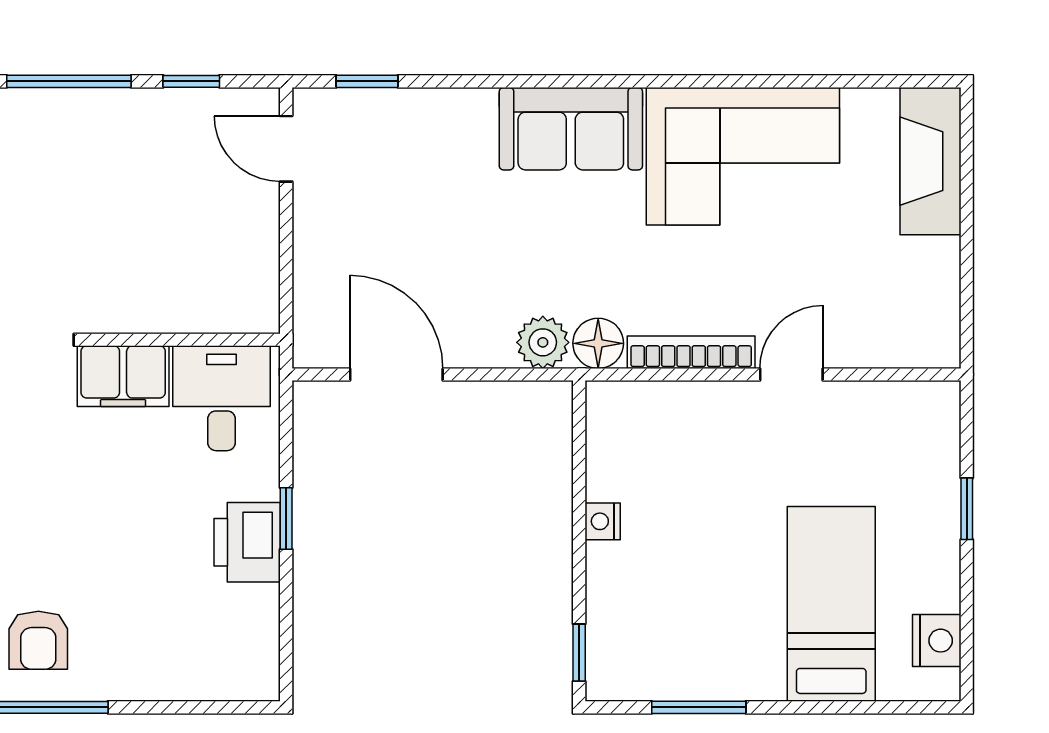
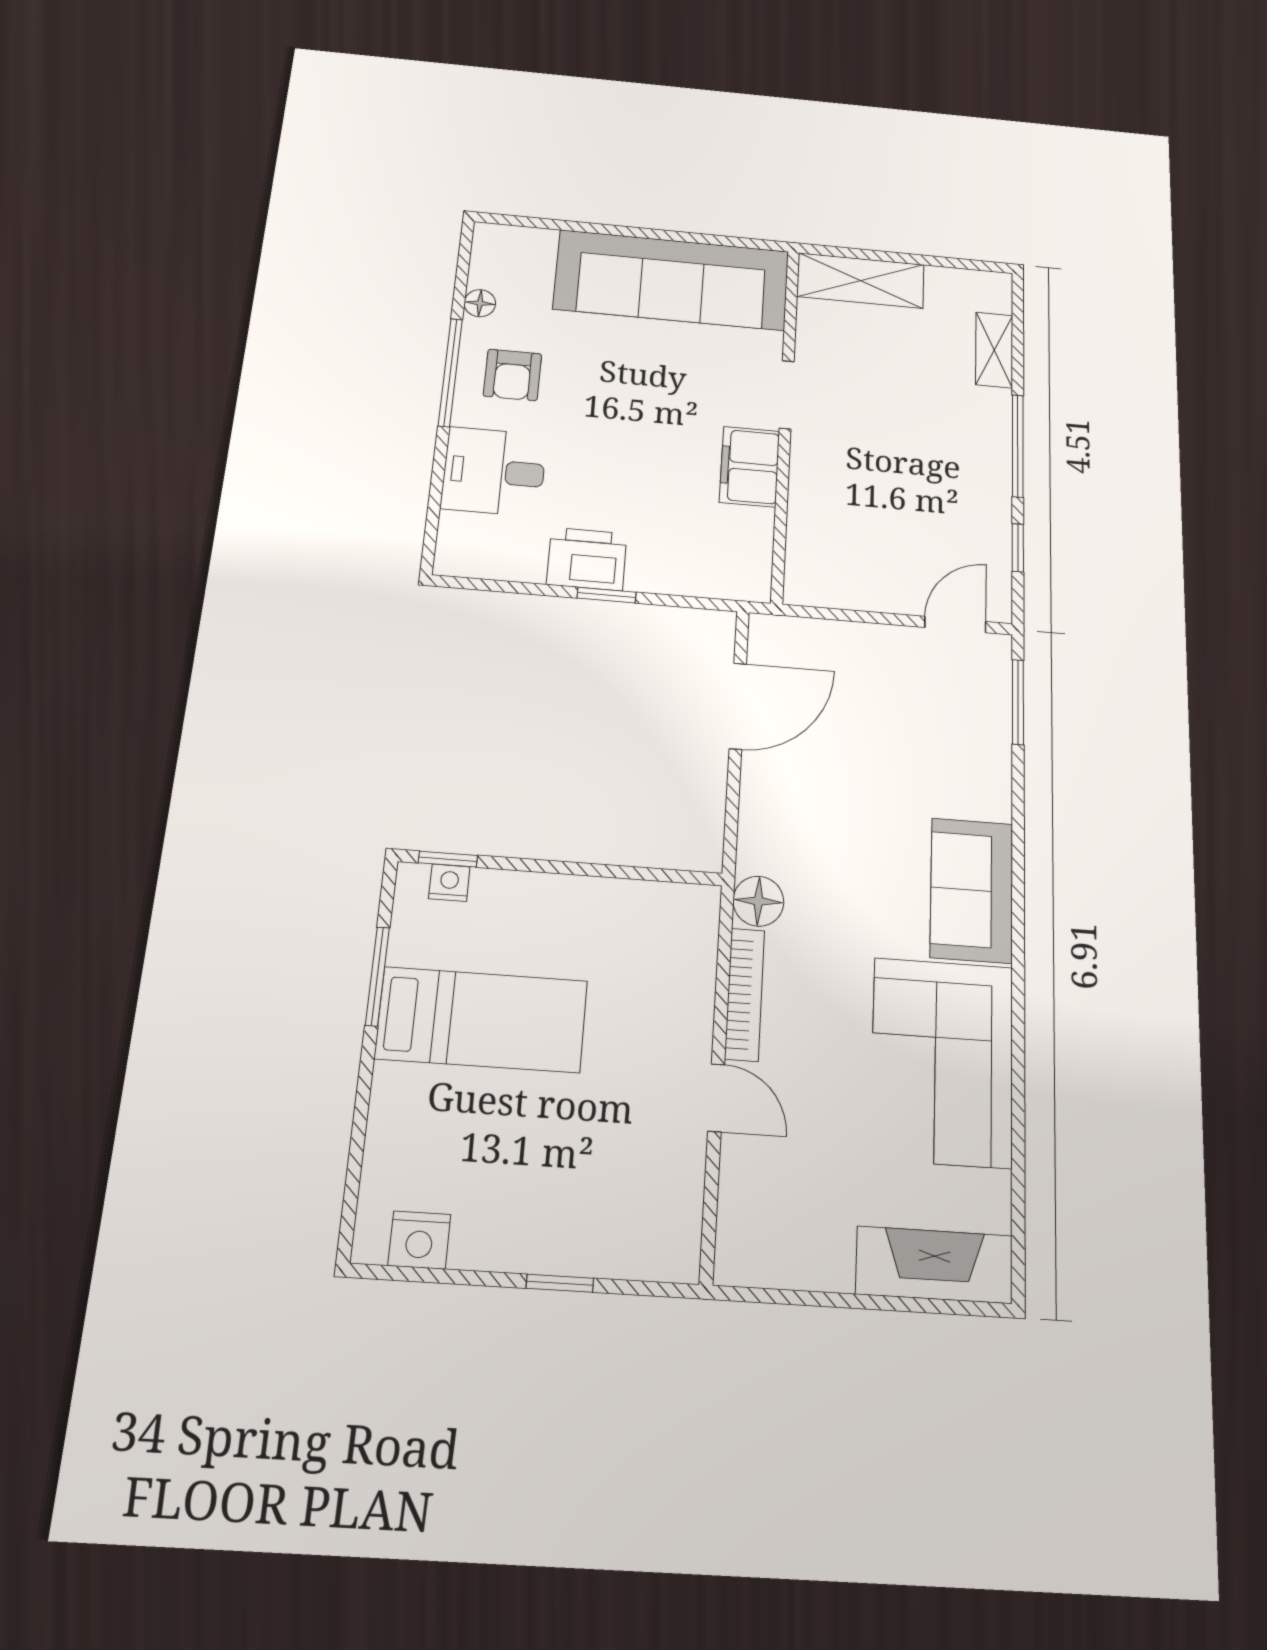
window: (367, 81) -> (1018, 702), width x1.50
plant: (543, 342) -> (762, 847), removed
desk: (222, 398) -> (494, 472), moved, turned 180
nightstand: (603, 521) -> (449, 883), moved
bed: (831, 604) -> (482, 1020), moved
armchair: (38, 640) -> (512, 375), turned -90

